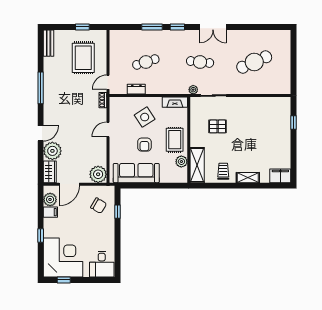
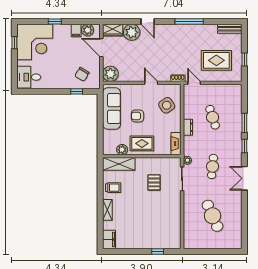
dresser: (136, 89) -> (188, 127), moved
side table: (145, 117) -> (167, 105), moved

